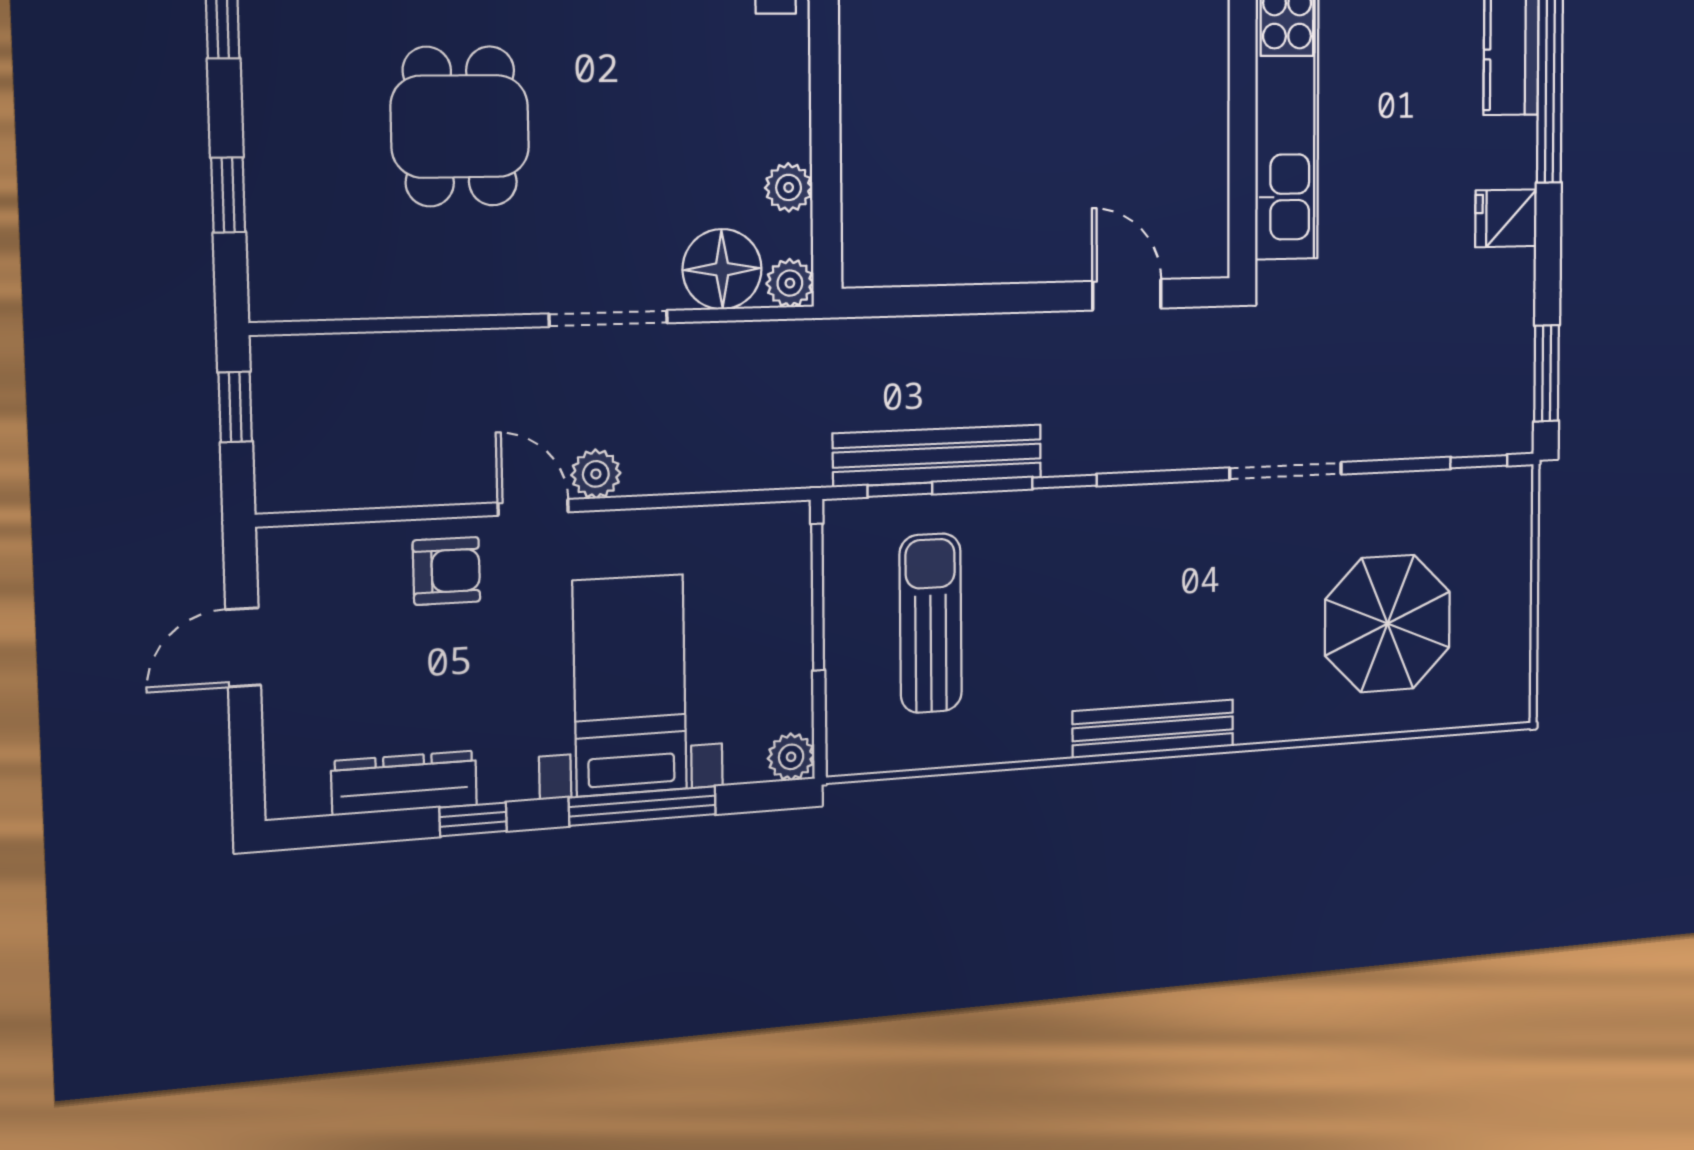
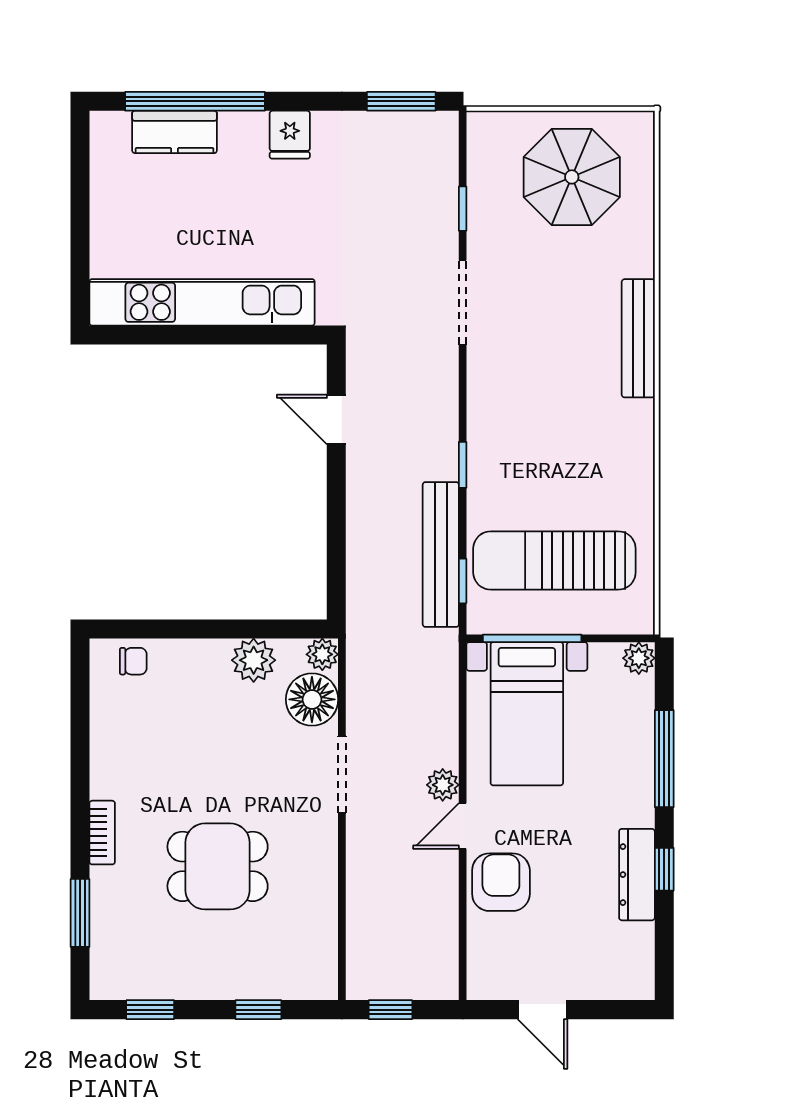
plant: (789, 187) -> (254, 660), width x1.38, depth x1.38
door: (1127, 295) -> (336, 419), hinge flipped
window: (1479, 462) -> (463, 209), moved
armchair: (446, 571) -> (501, 882), width x1.38, depth x1.38
sun lounger: (931, 623) -> (554, 560), width x1.36, depth x1.34
parasol: (1388, 624) -> (572, 177), moved
bed with nightstands: (630, 685) -> (527, 714), moved, turned -90
bench: (1153, 729) -> (638, 338), moved
dresser: (404, 783) -> (637, 875), moved

